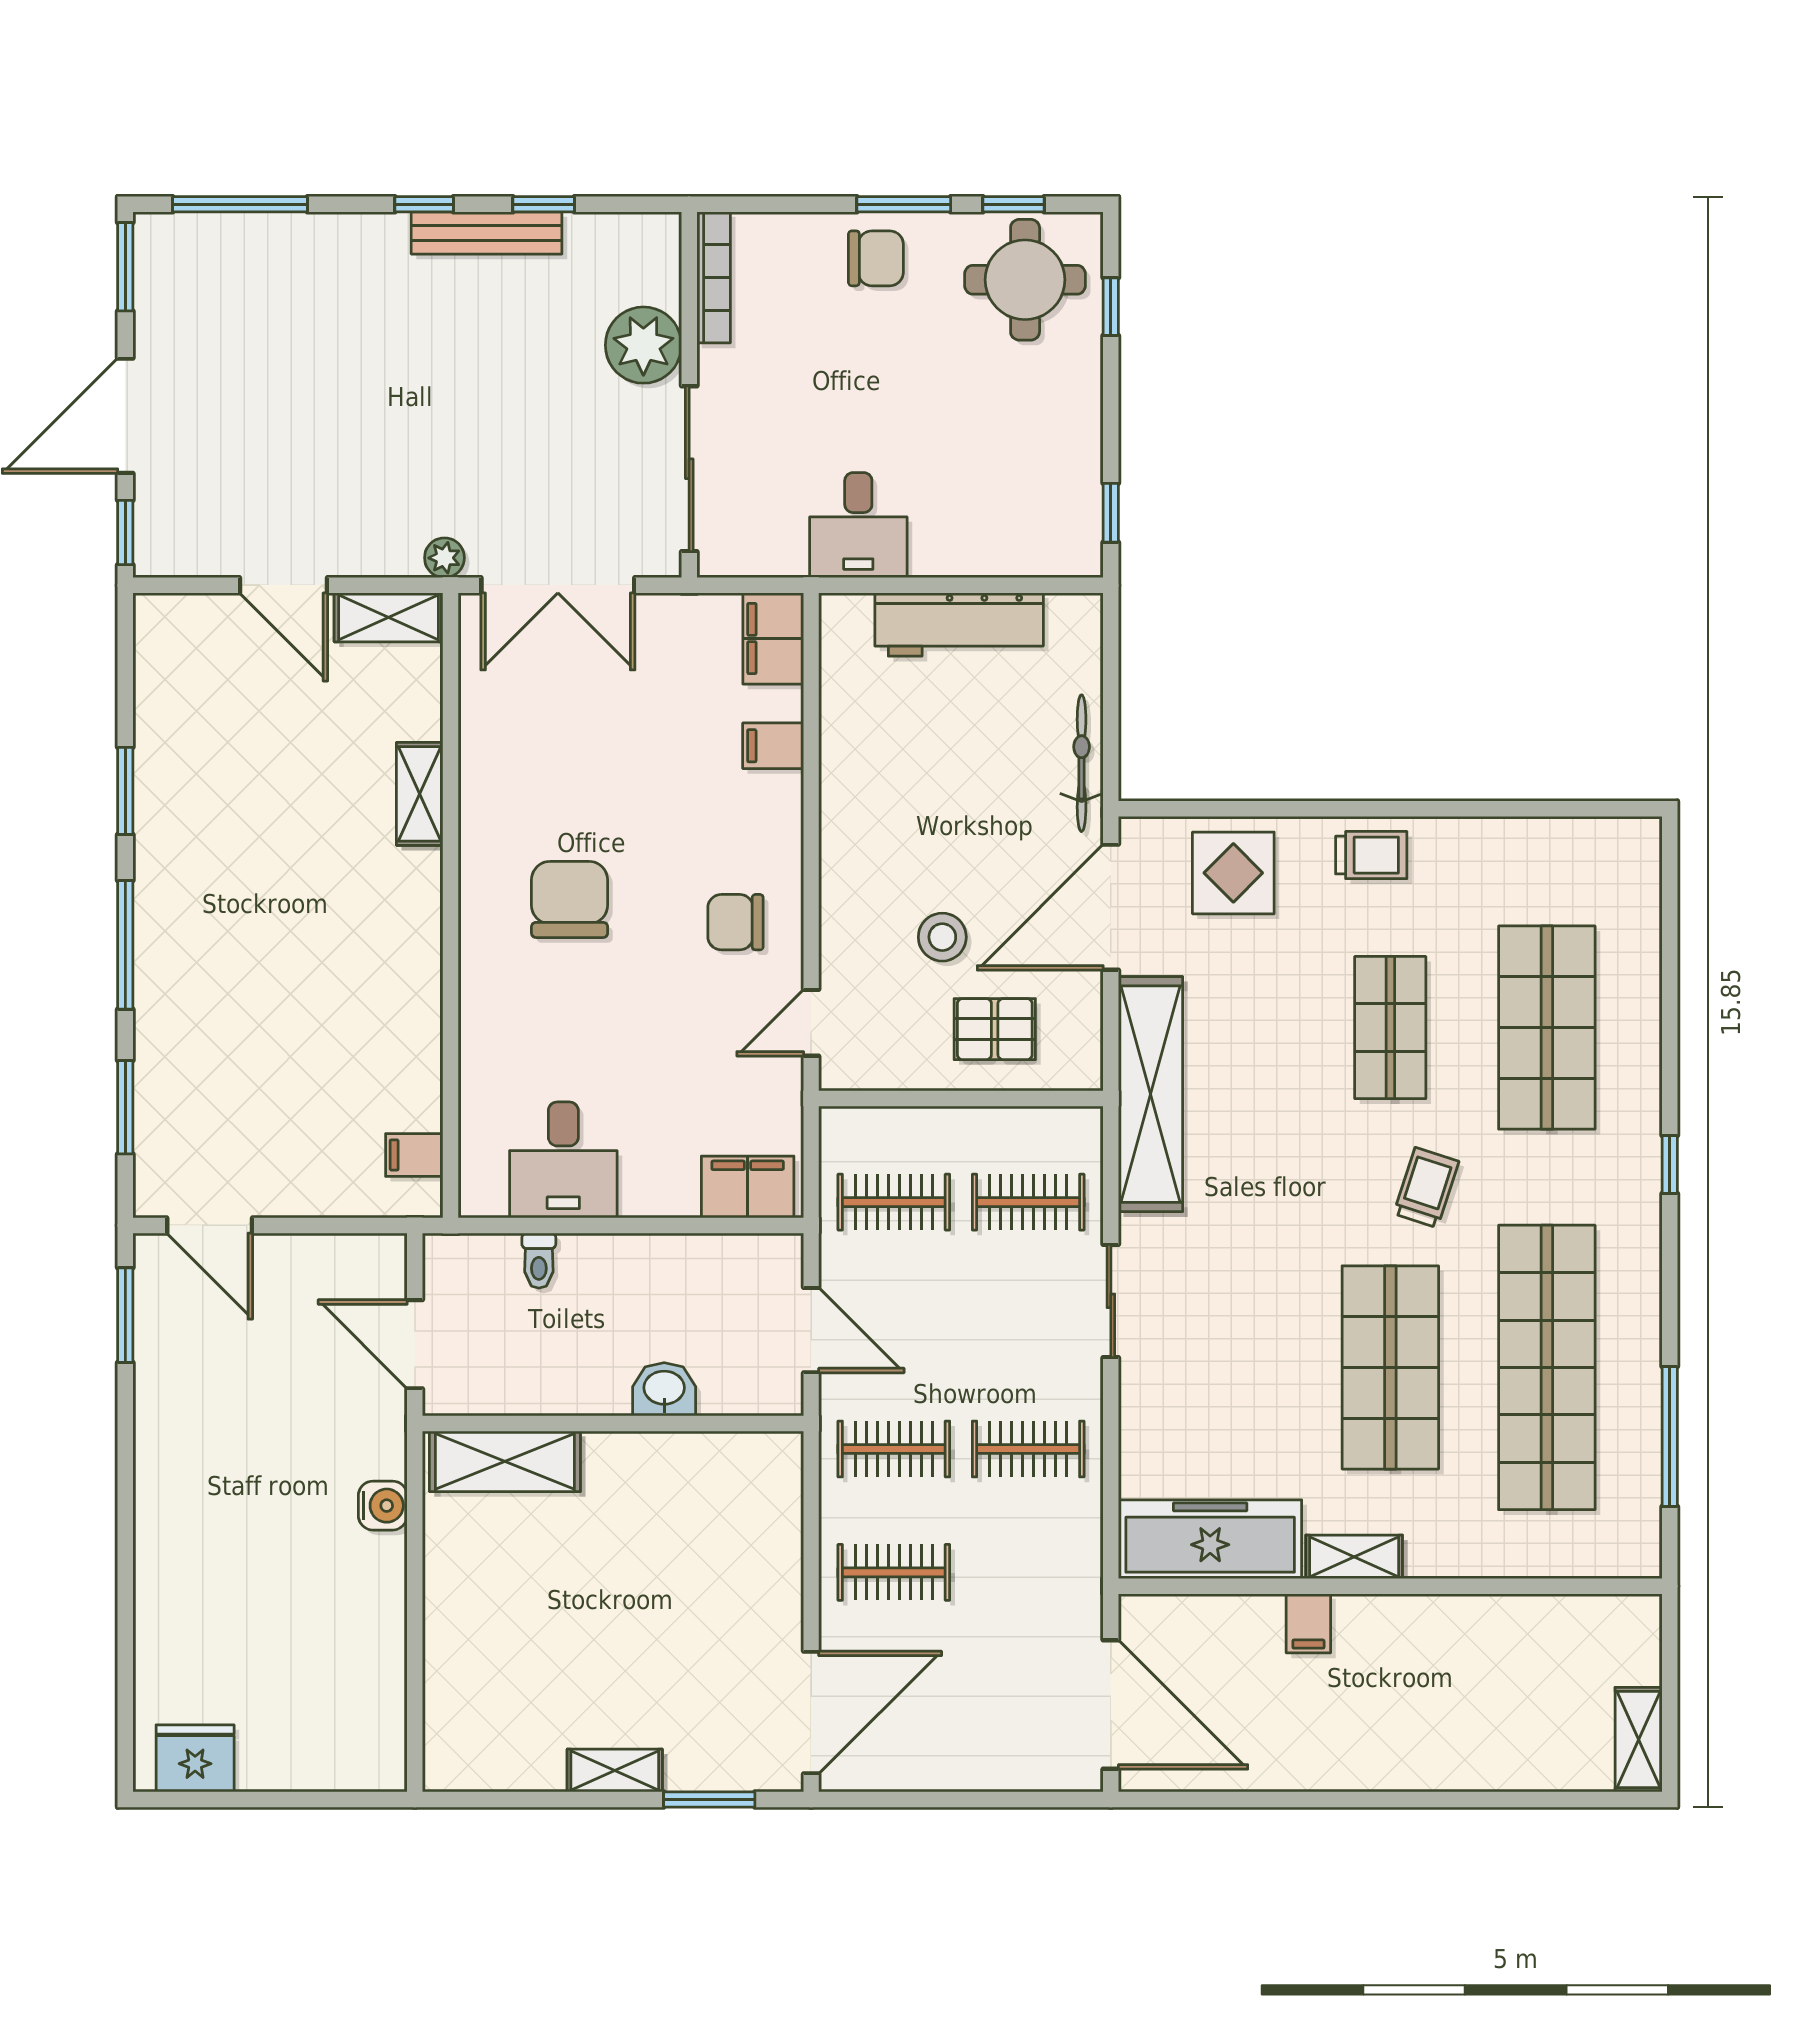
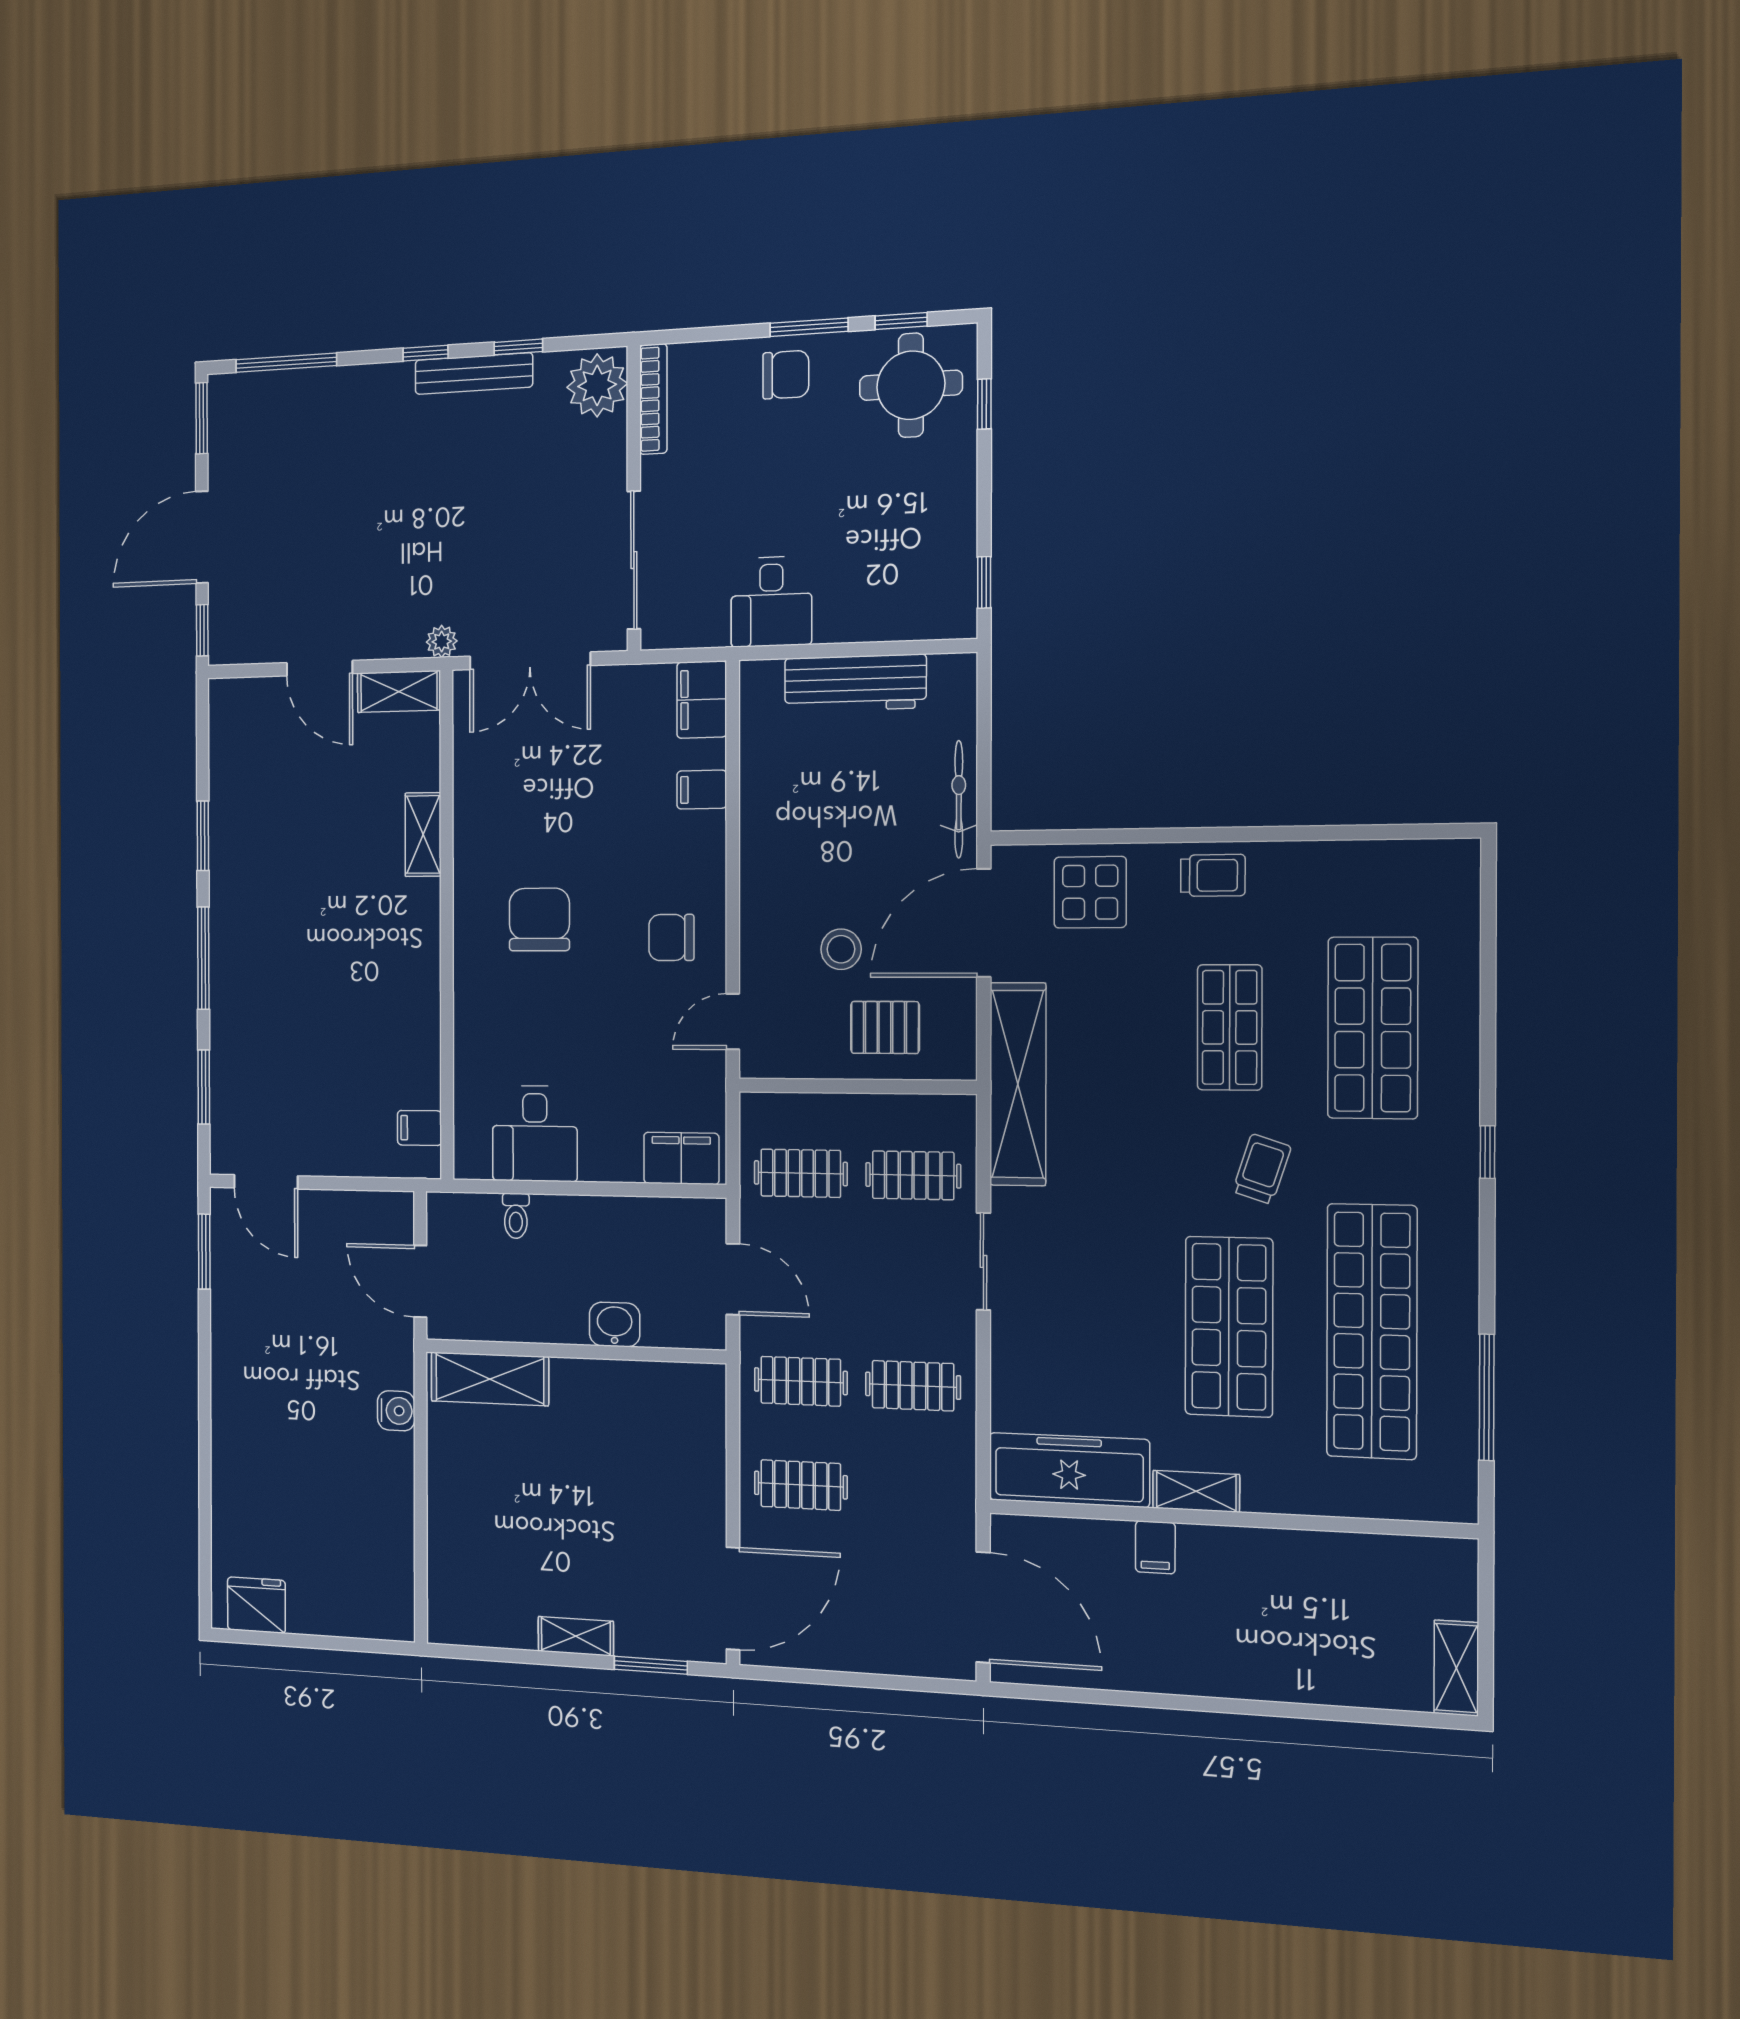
plant: (643, 345) -> (597, 385), moved

